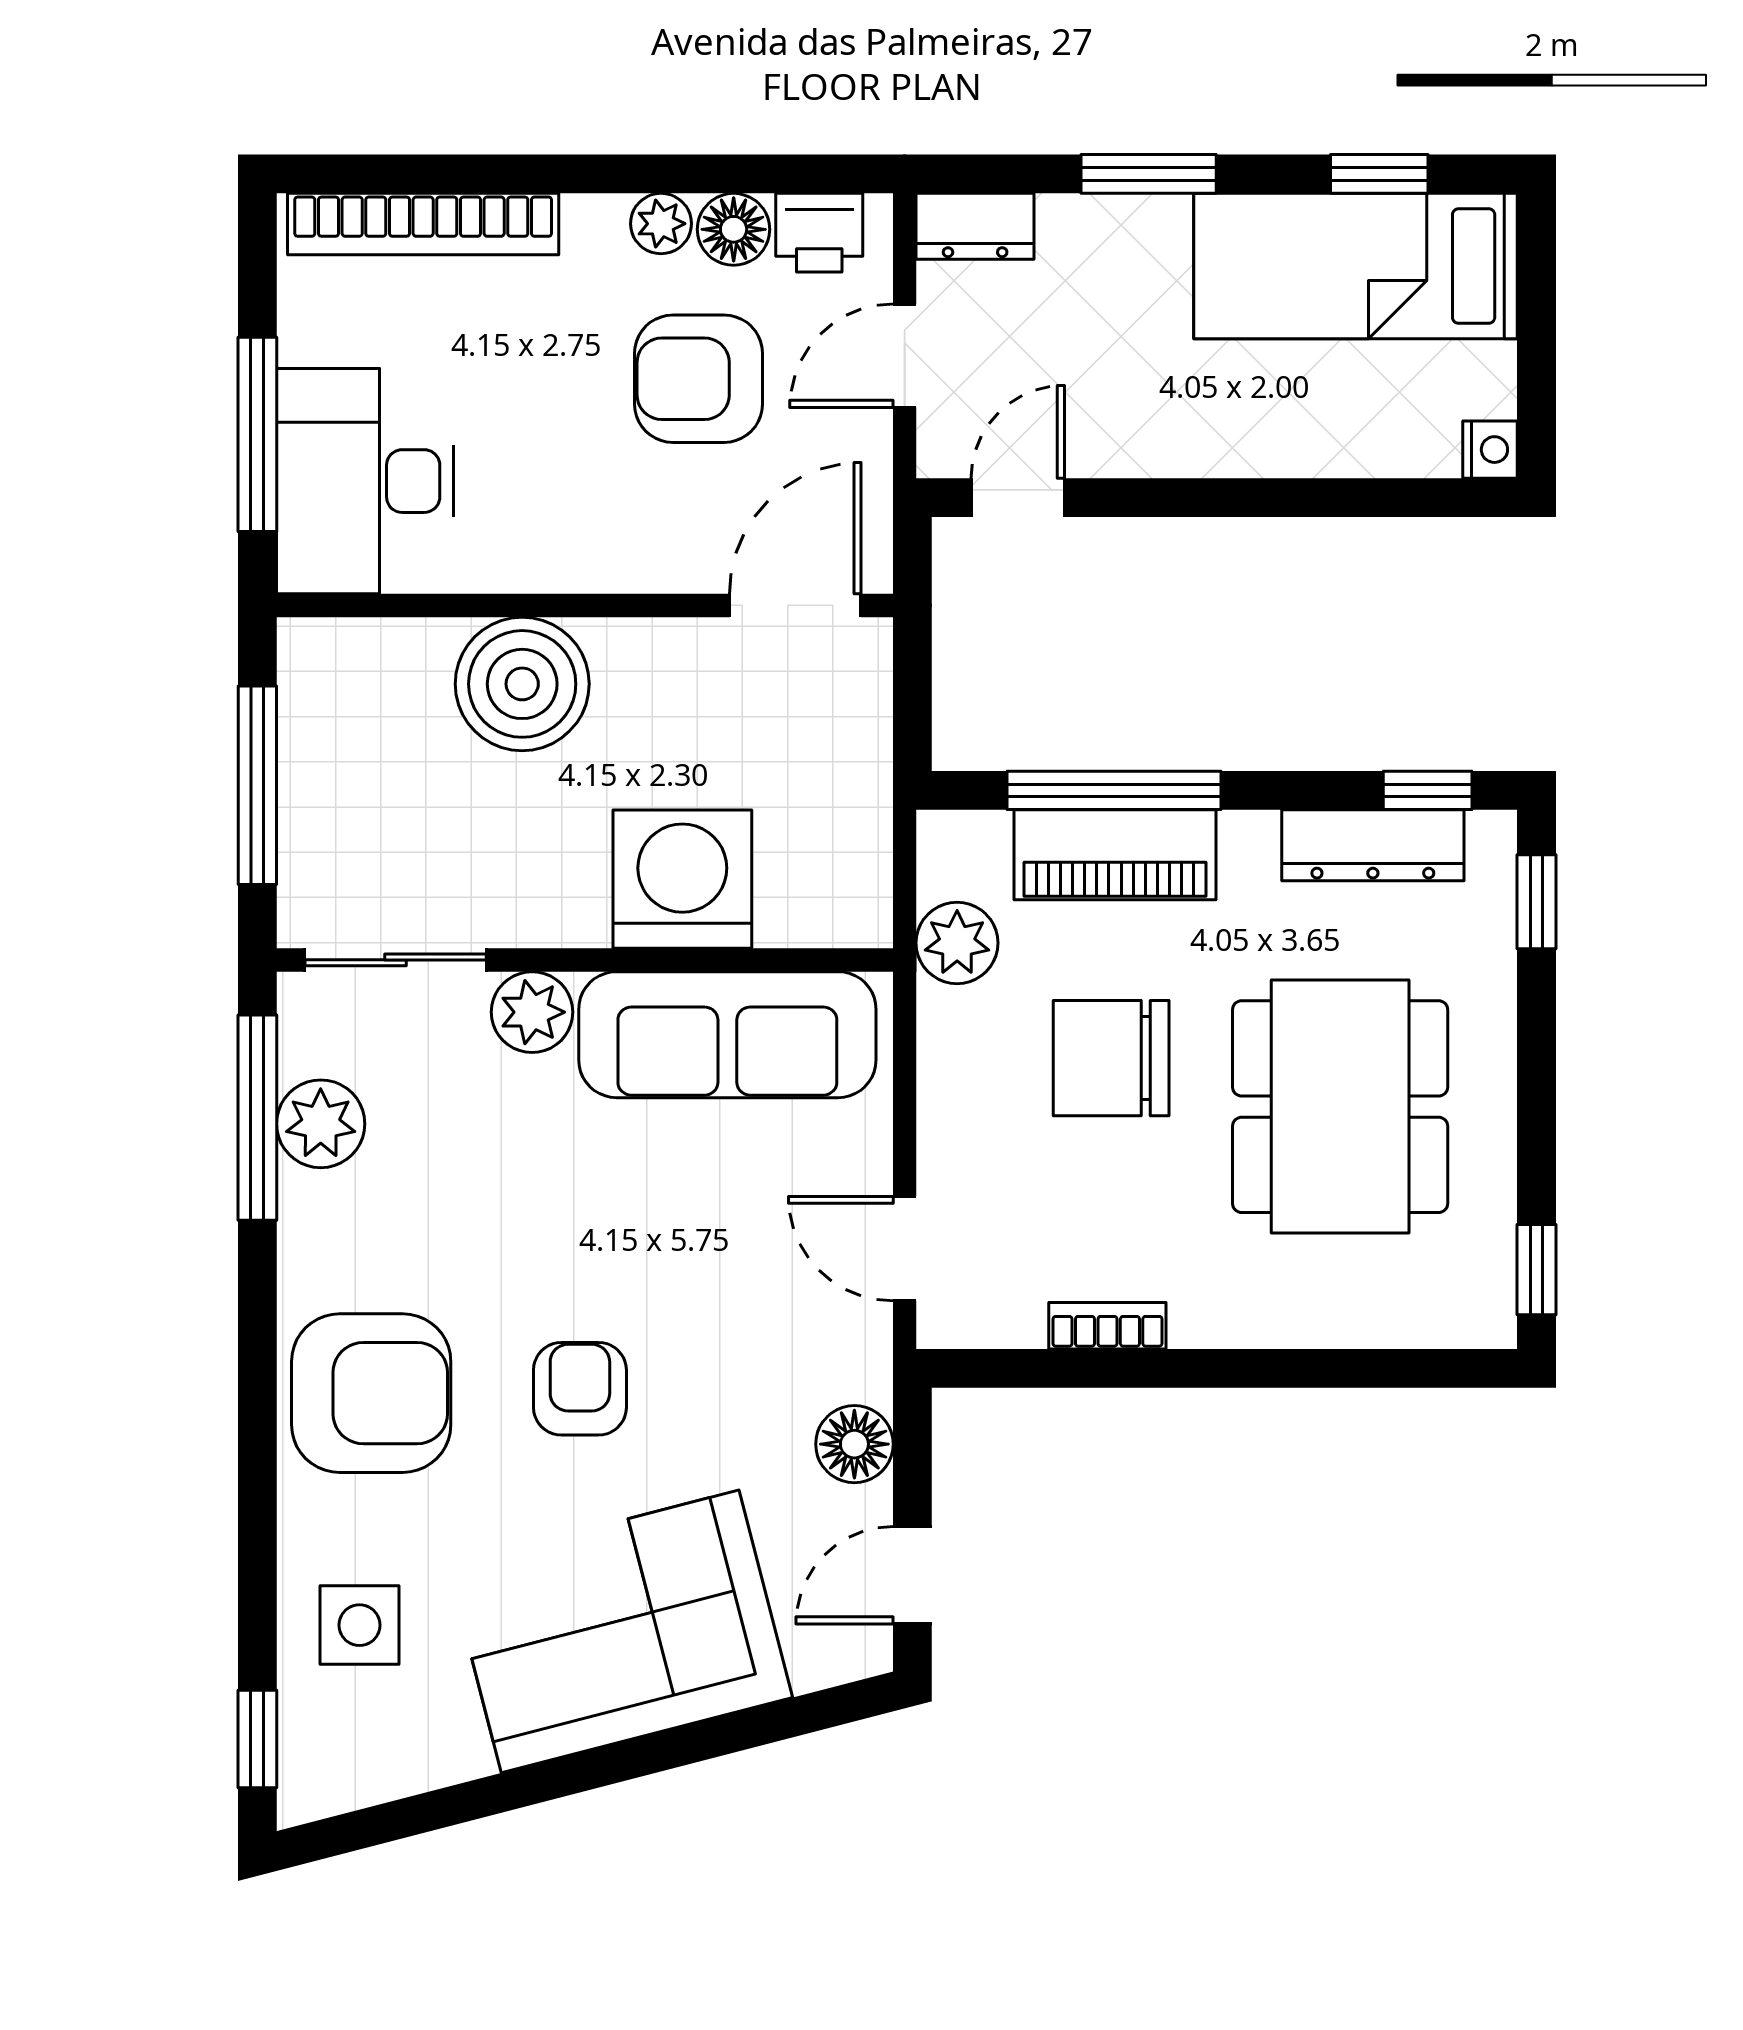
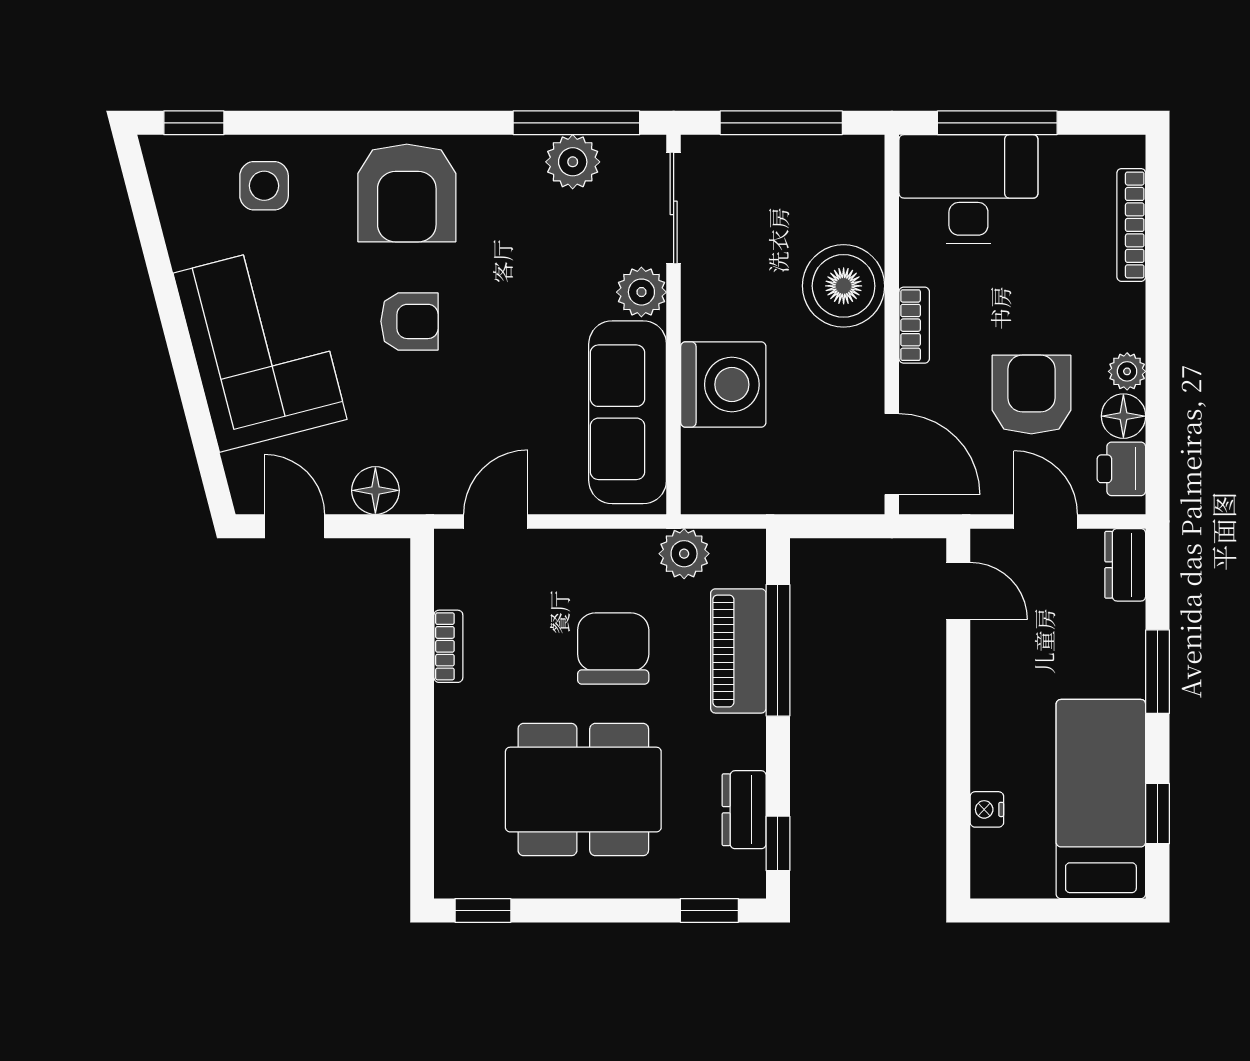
bookcase: (423, 224) -> (1131, 225), width x0.68, depth x0.76
nightstand: (1490, 450) -> (987, 809), moved, turned 90
bookcase: (586, 569) -> (914, 325), added
dresser: (1373, 845) -> (744, 810), width x0.70

